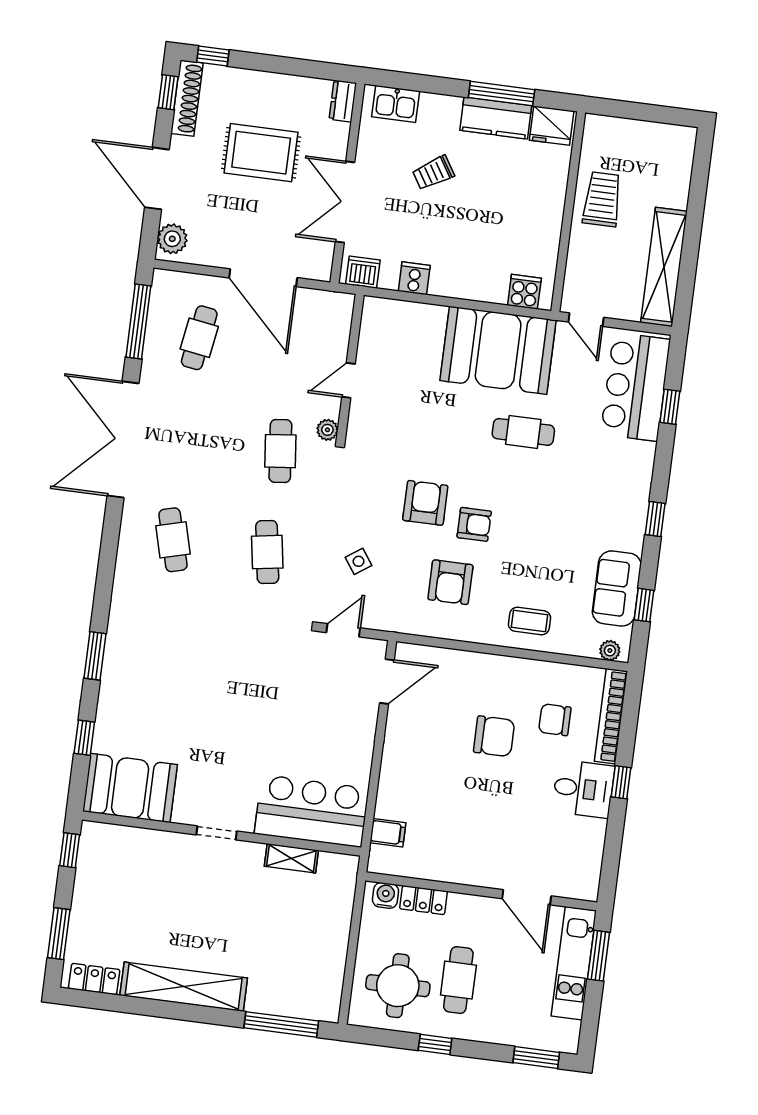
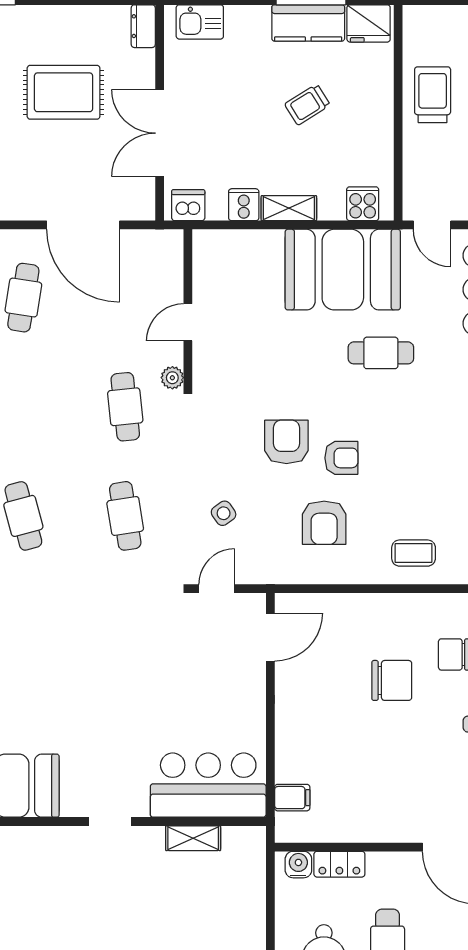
trolley: (433, 173) -> (307, 105), moved
shelving: (456, 287) -> (289, 208), added

